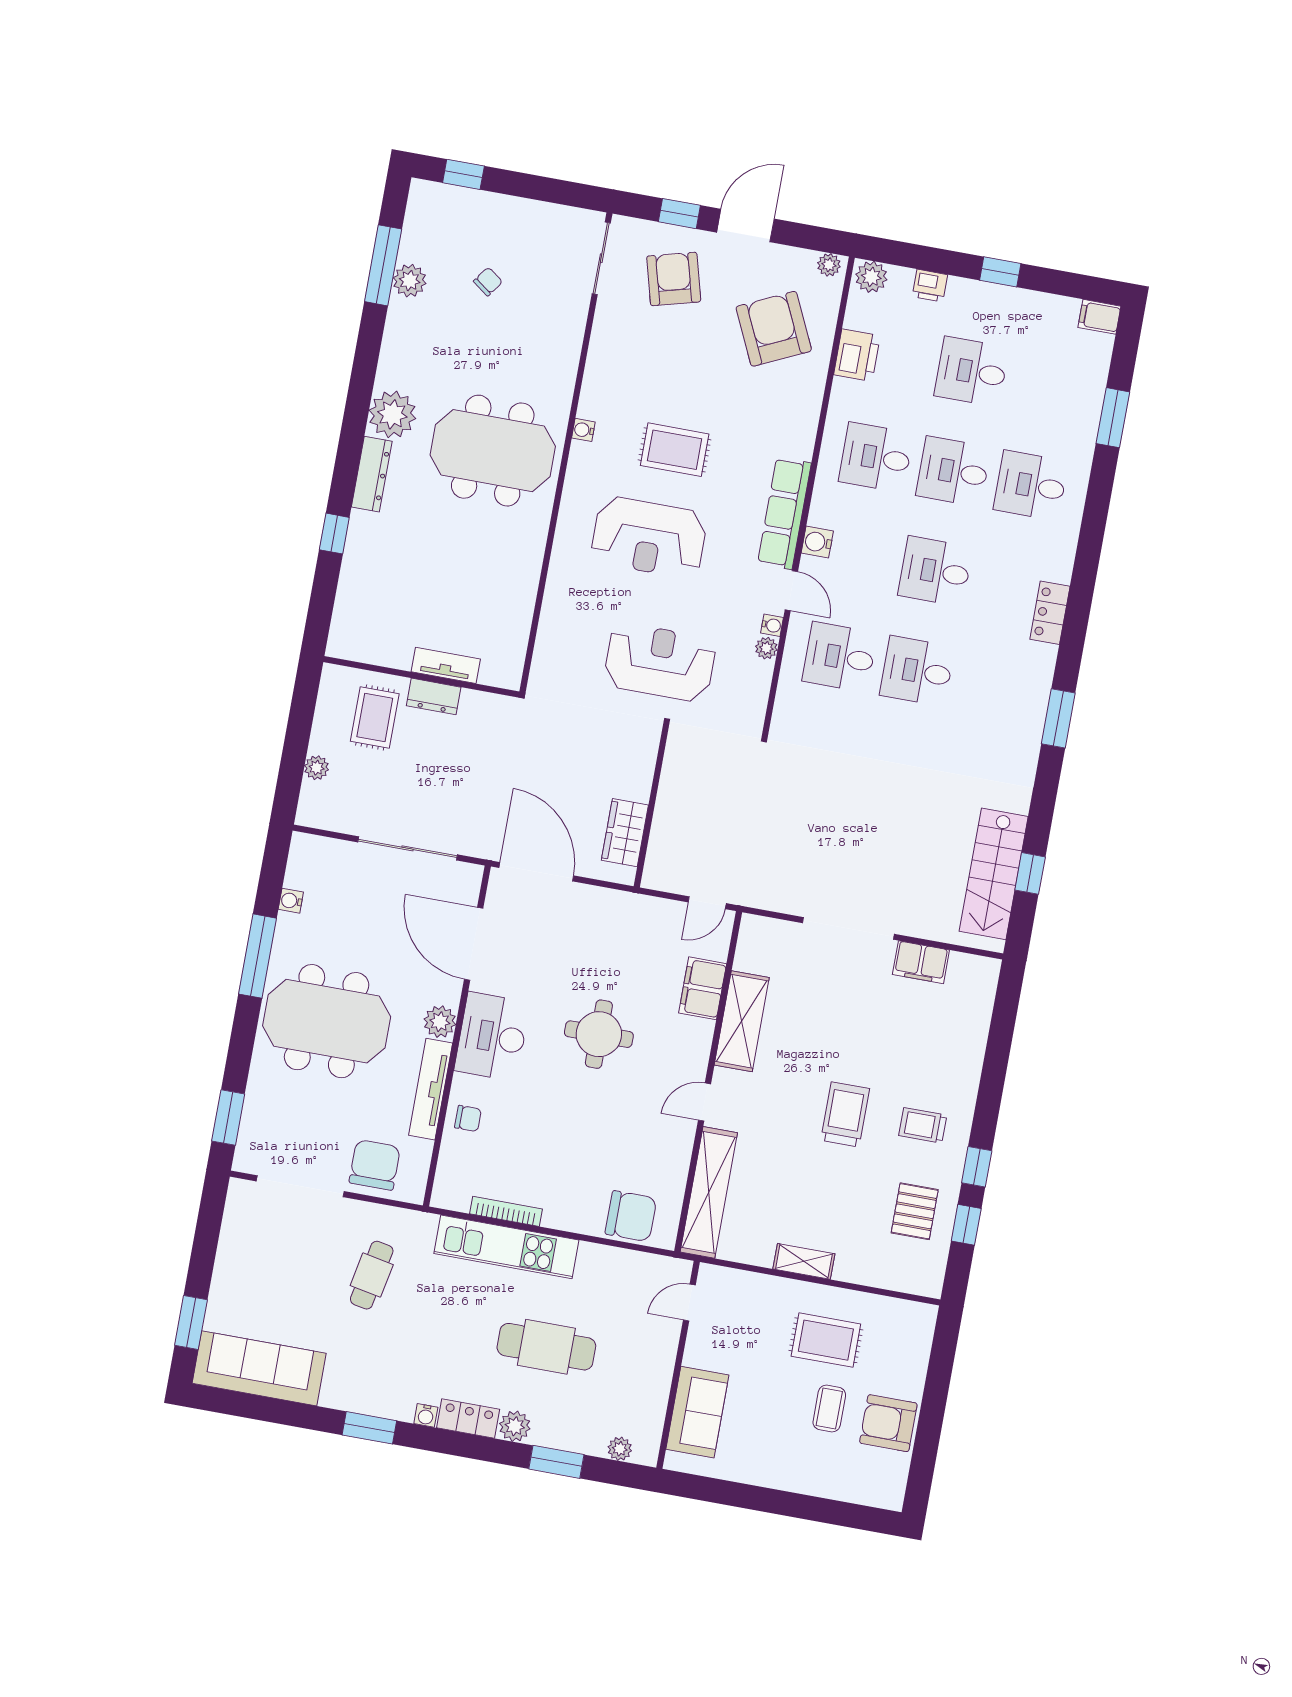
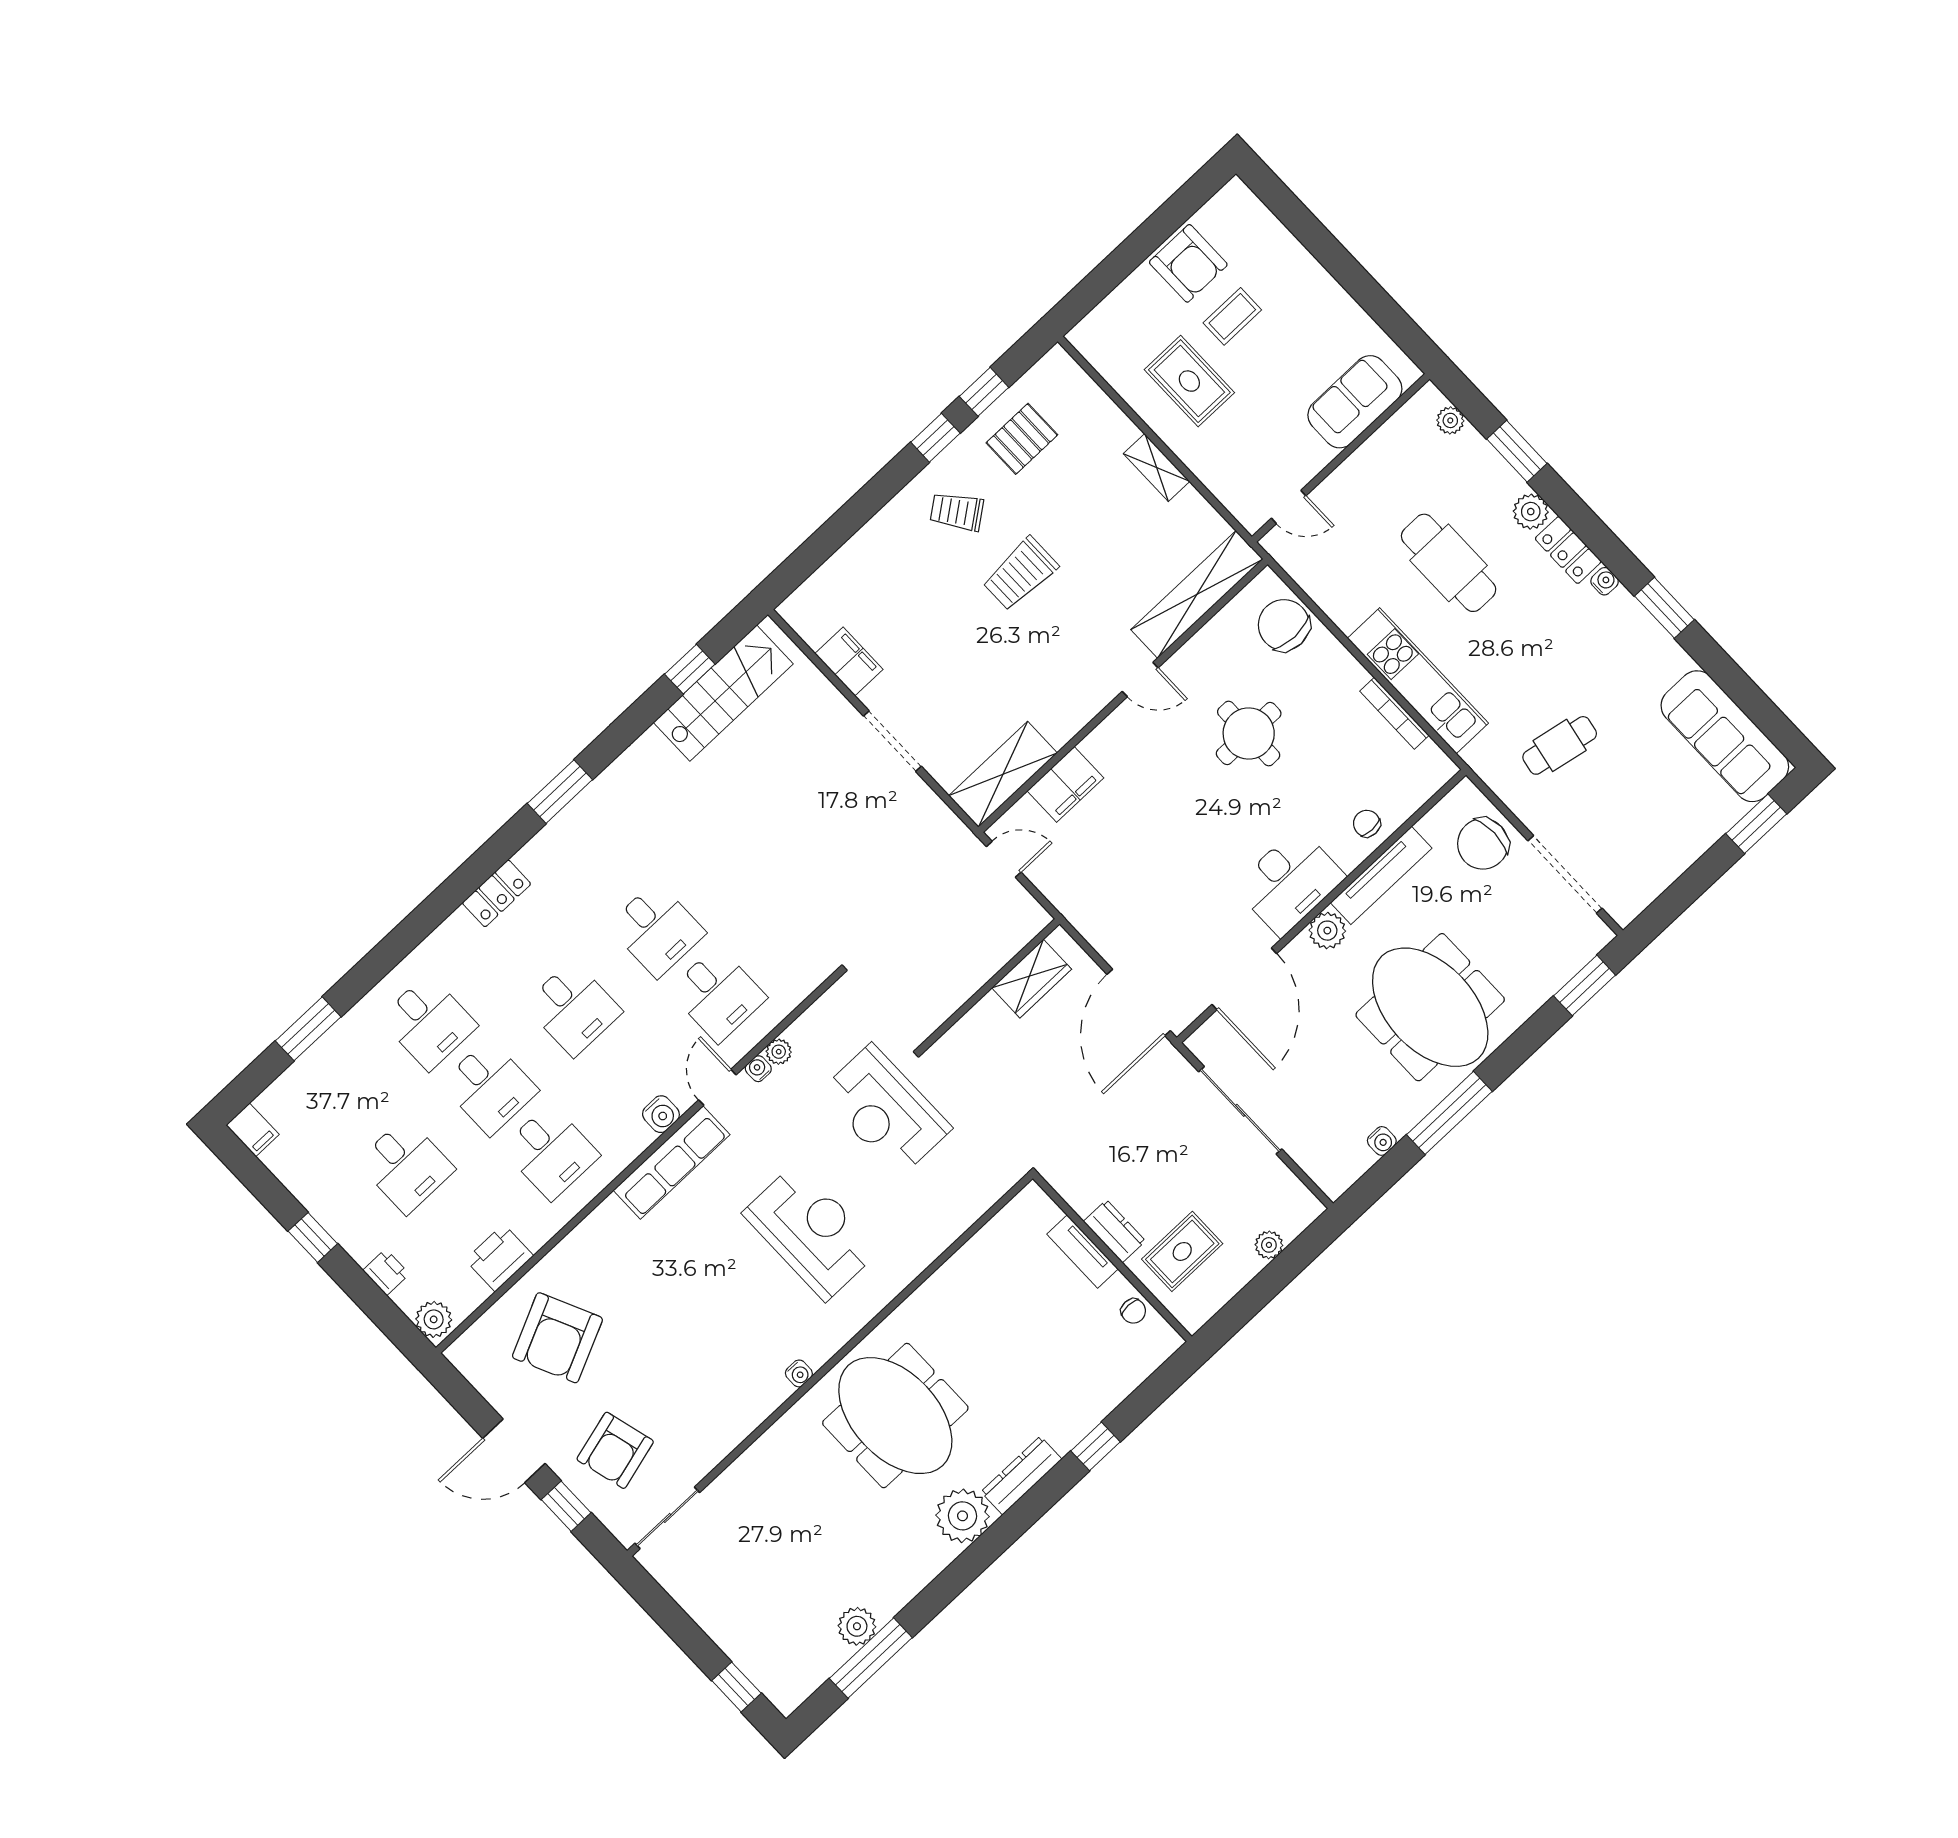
plant: (829, 265) -> (464, 1359), removed
chair: (488, 282) -> (1133, 1311), moved, turned -126
rug: (675, 450) -> (729, 1294), removed
doorway: (848, 928) -> (892, 741), width x0.73
shelving: (742, 1021) -> (1003, 774), moved
round table: (599, 1034) -> (1249, 734), moved
trolley: (923, 1125) -> (957, 512), turned 143

